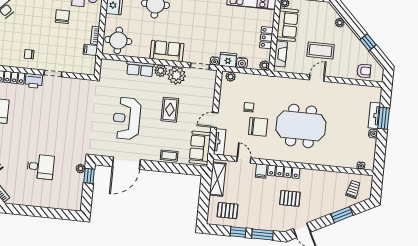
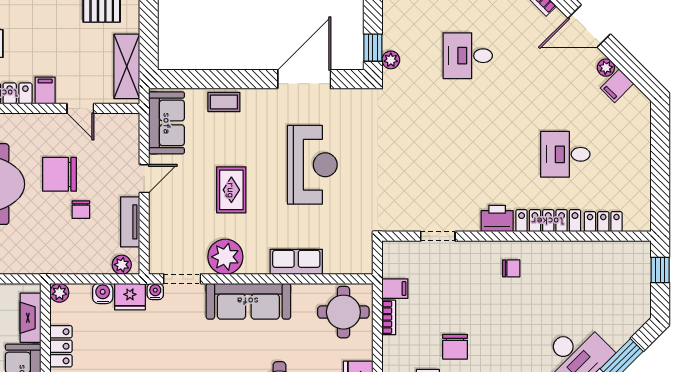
sofa: (167, 51) -> (248, 301), width x1.36
plant: (161, 71) -> (257, 263), removed
doorway: (53, 74) -> (438, 236), moved
tv unit: (220, 142) -> (130, 222), moved

